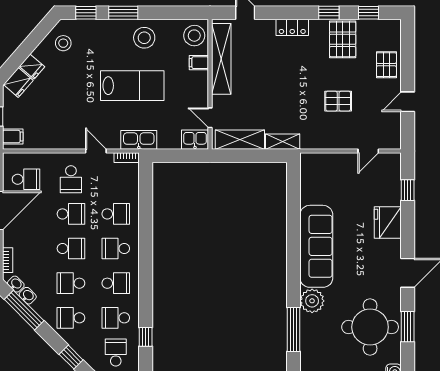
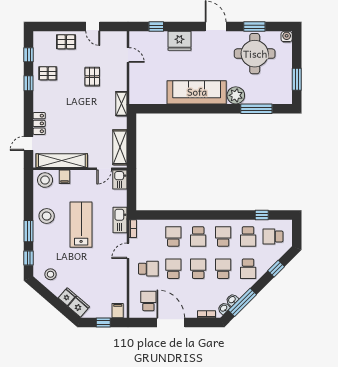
locker: (292, 27) -> (39, 123), moved
pallet: (343, 39) -> (48, 73), width x0.67, depth x0.71
shelving: (283, 142) -> (121, 104), moved
school desk: (71, 283) -> (223, 269), turned 180

